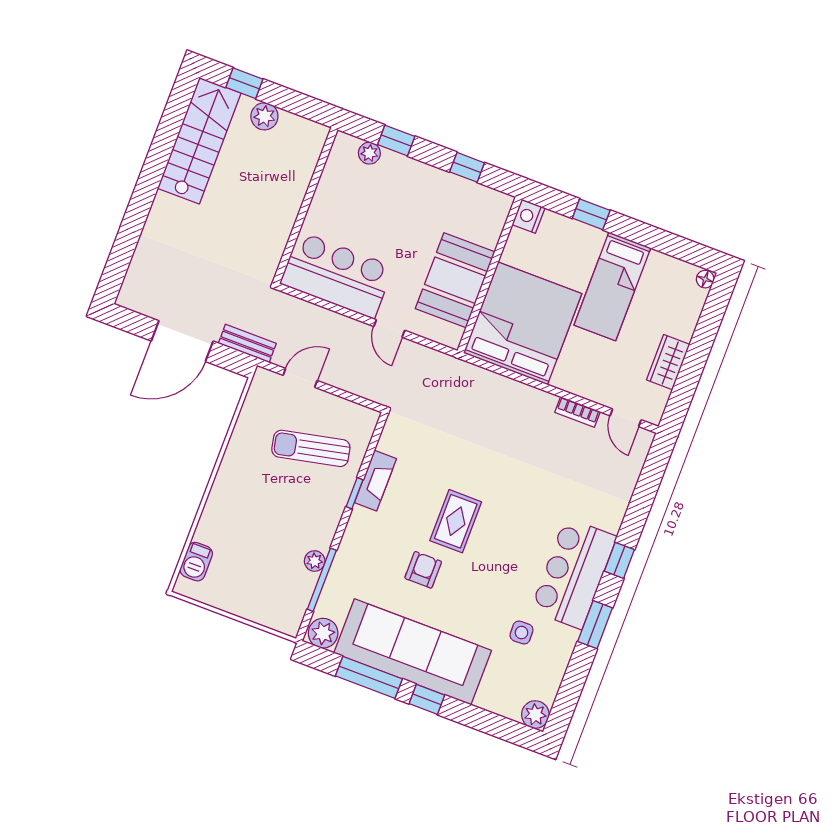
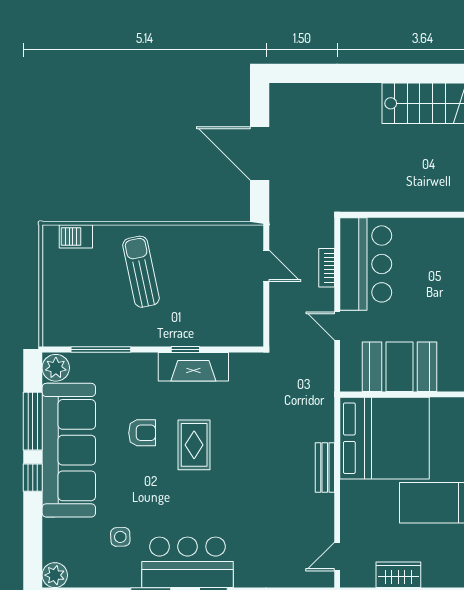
door: (389, 328) -> (337, 326), hinge flipped
bench: (247, 343) -> (325, 467), moved
bookcase: (577, 412) -> (327, 268), moved
sun lounger: (311, 448) -> (141, 272), moved
fireplace: (375, 481) -> (193, 367), width x1.37, depth x1.32
rug: (456, 521) -> (194, 445), turned 90
plant: (315, 561) -> (115, 337), removed

